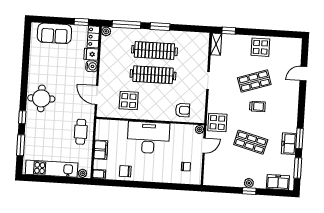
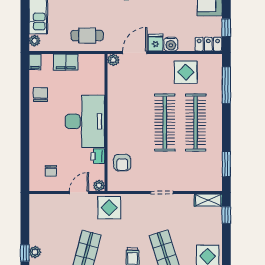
window: (160, 27) -> (226, 164), moved
plant: (106, 31) -> (113, 60), moved
fridge: (91, 54) -> (155, 43), moved
display table: (129, 101) -> (186, 72), moved
printer: (176, 129) -> (98, 156), added
door: (204, 146) -> (79, 193), swing flipped

